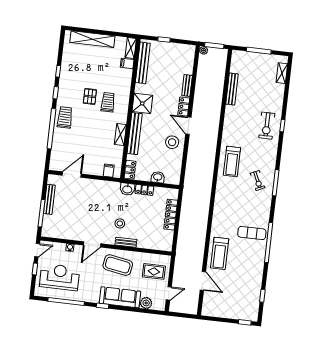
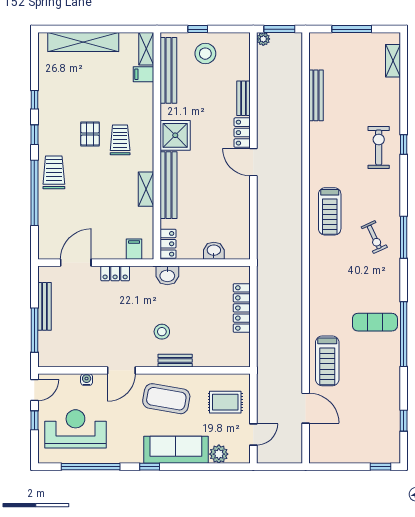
exercise bike: (267, 126) -> (379, 147), turned 180
stool: (172, 142) -> (205, 54), moved
locker: (144, 190) -> (115, 273), moved

